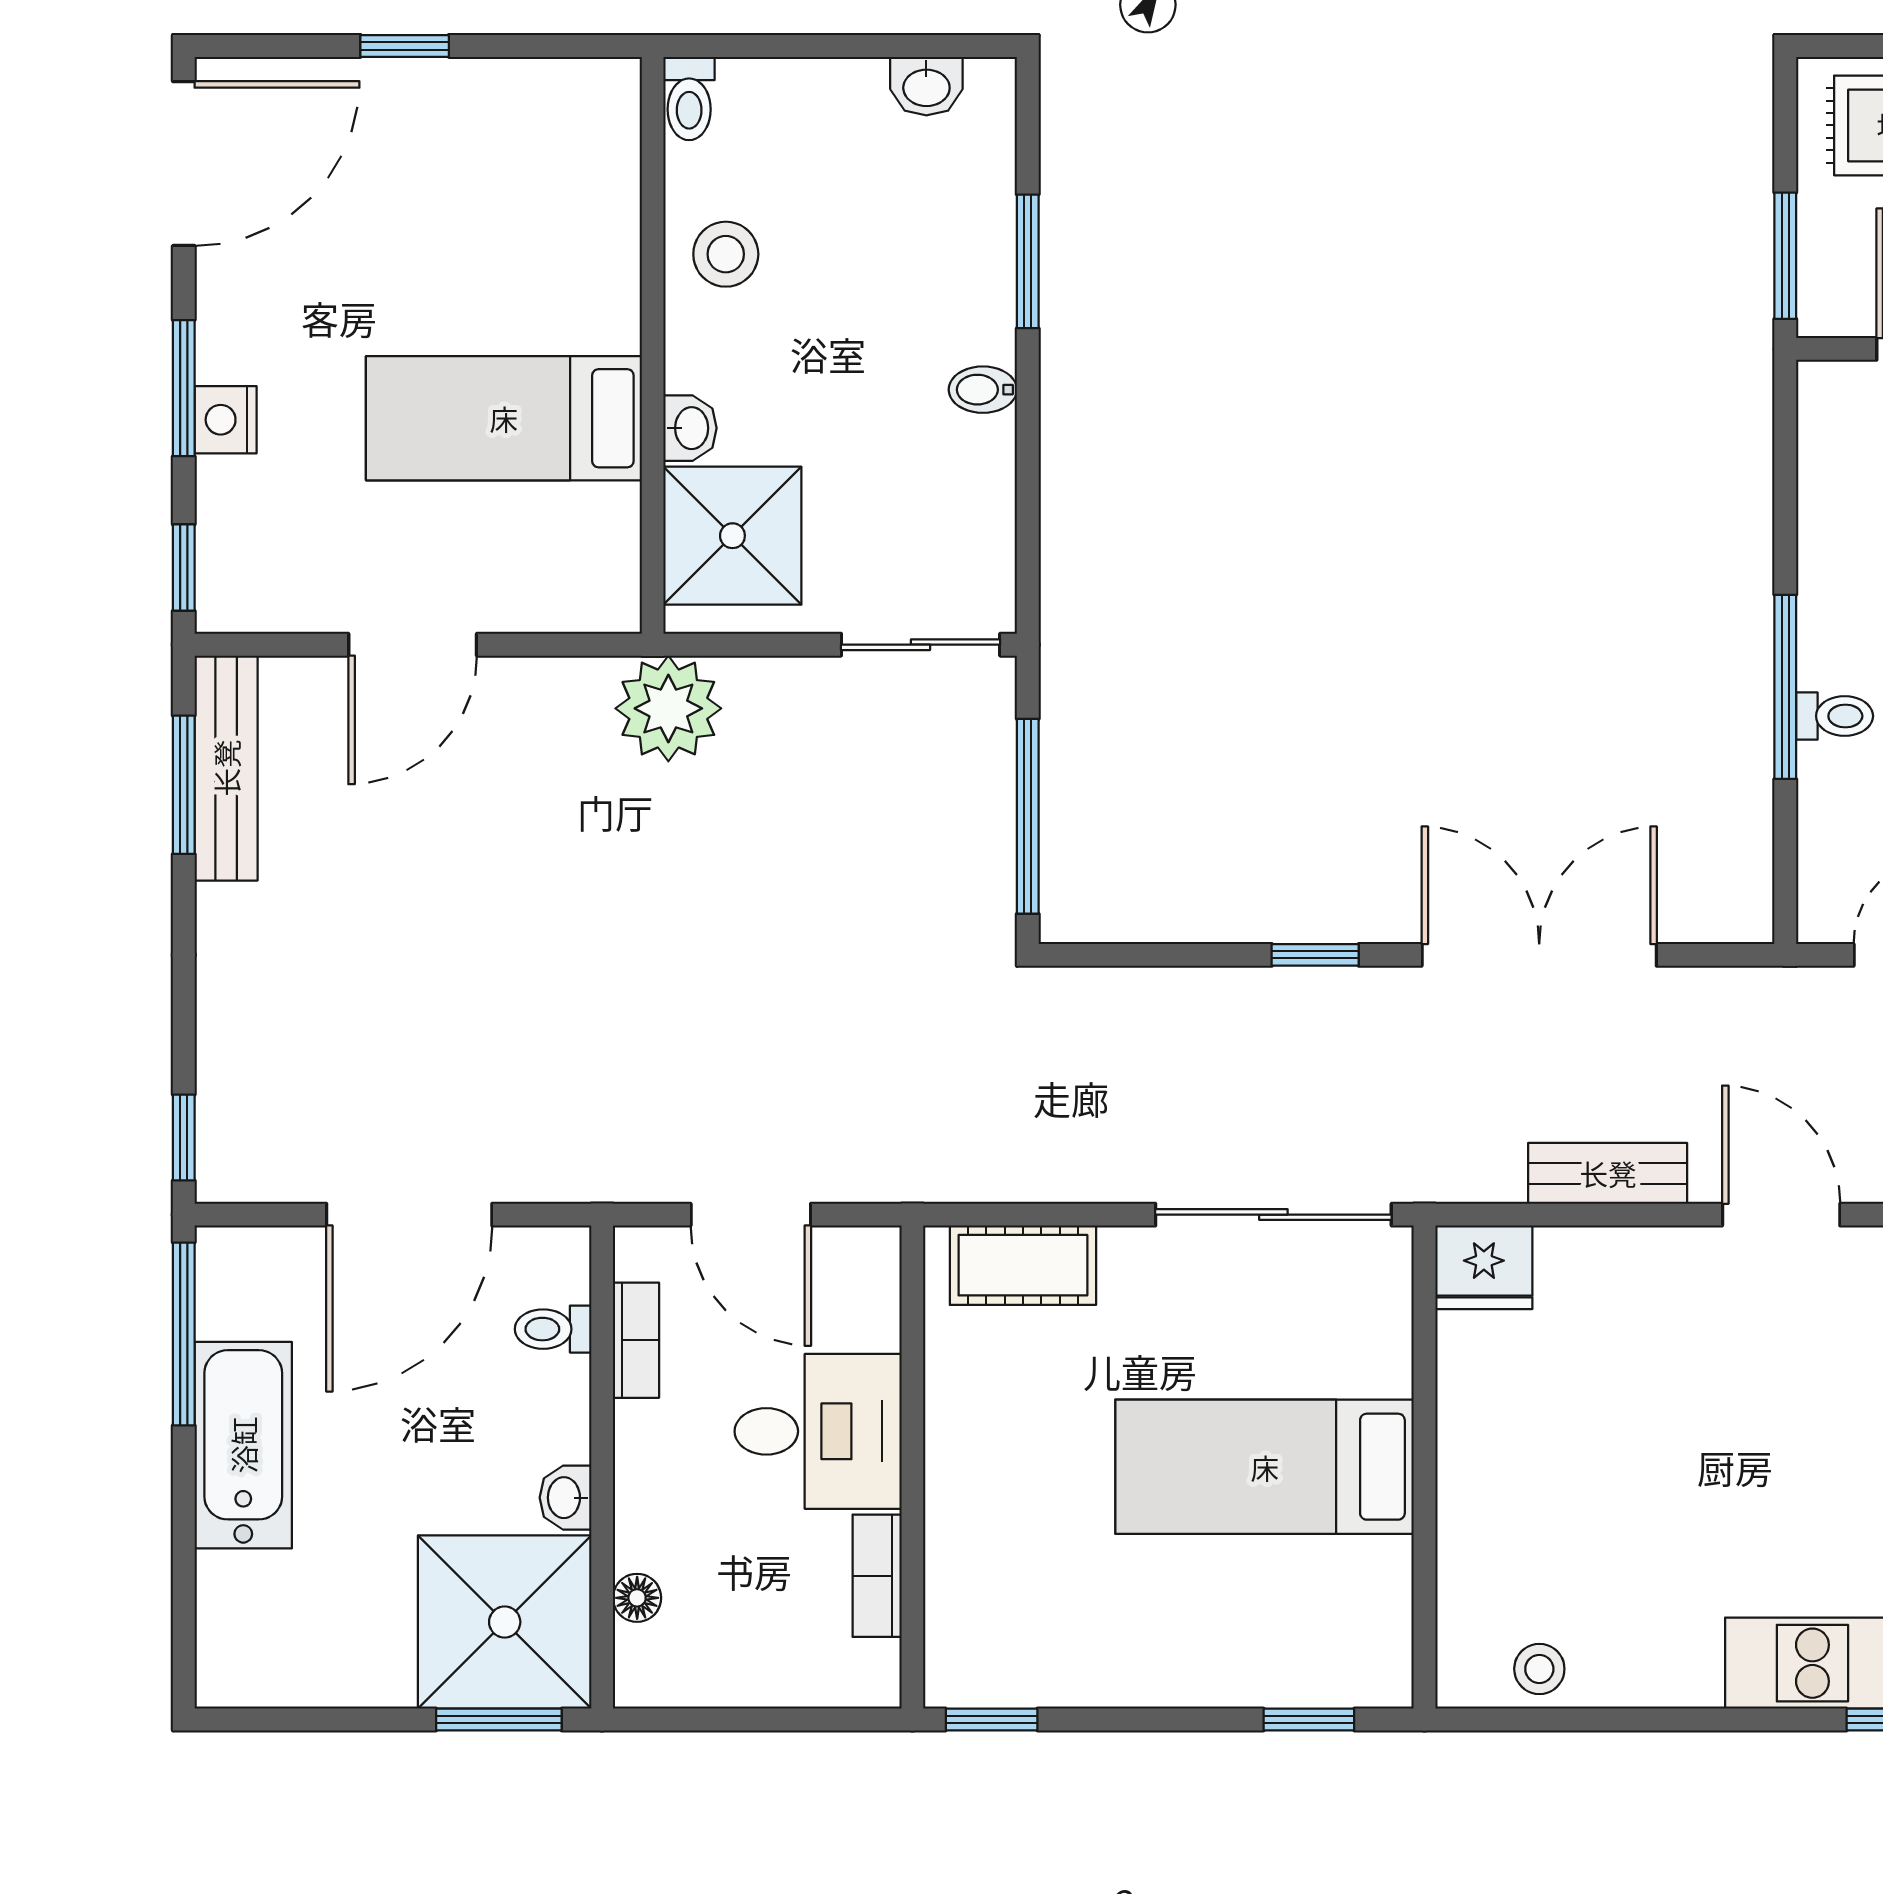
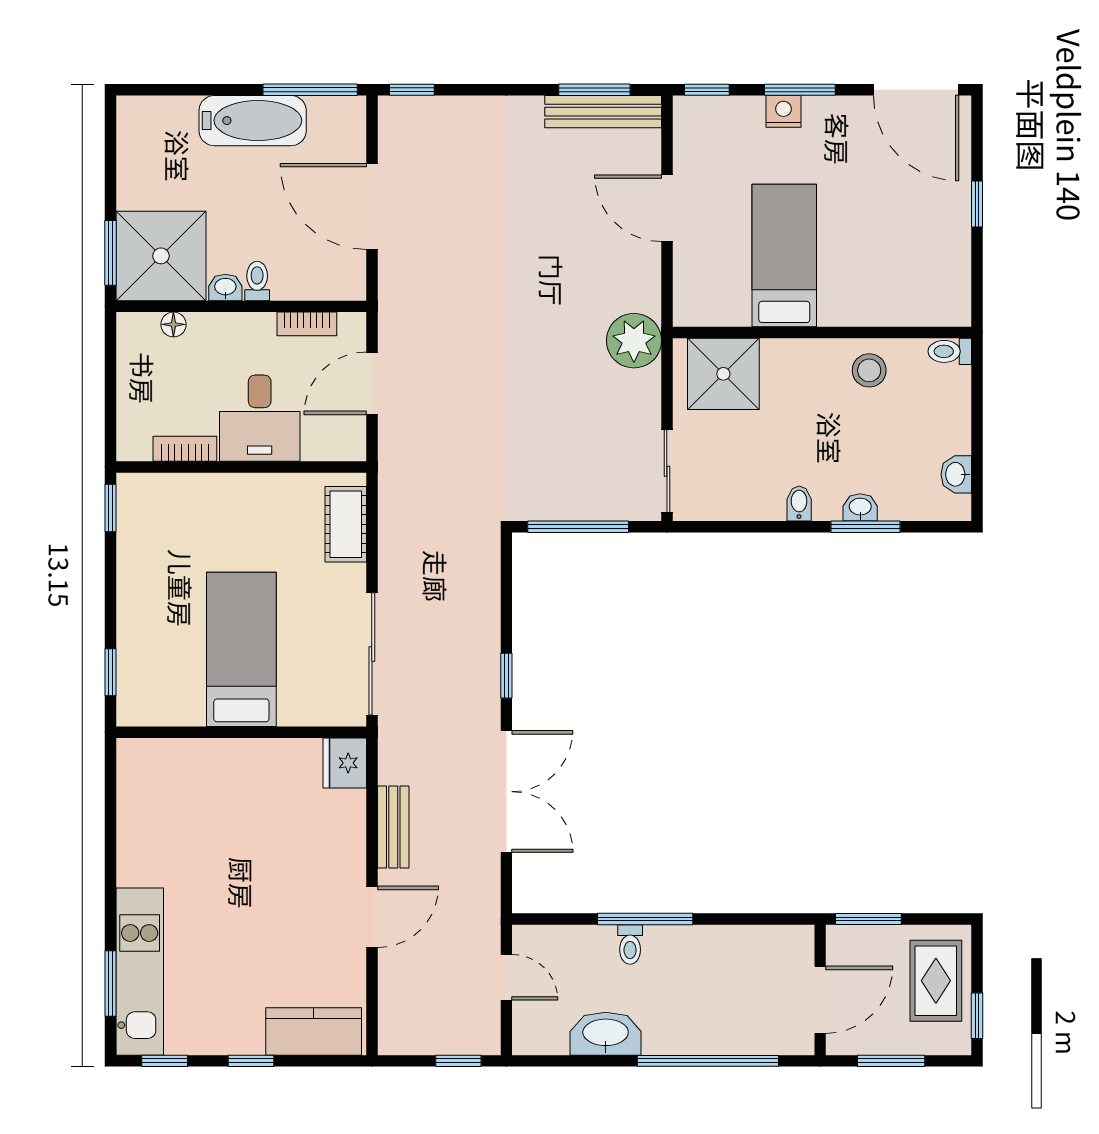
washbasin: (690, 428) -> (860, 507), moved, turned 180
toilet: (553, 1329) -> (257, 281), moved
stool: (1539, 1669) -> (137, 792), removed

